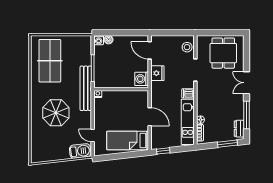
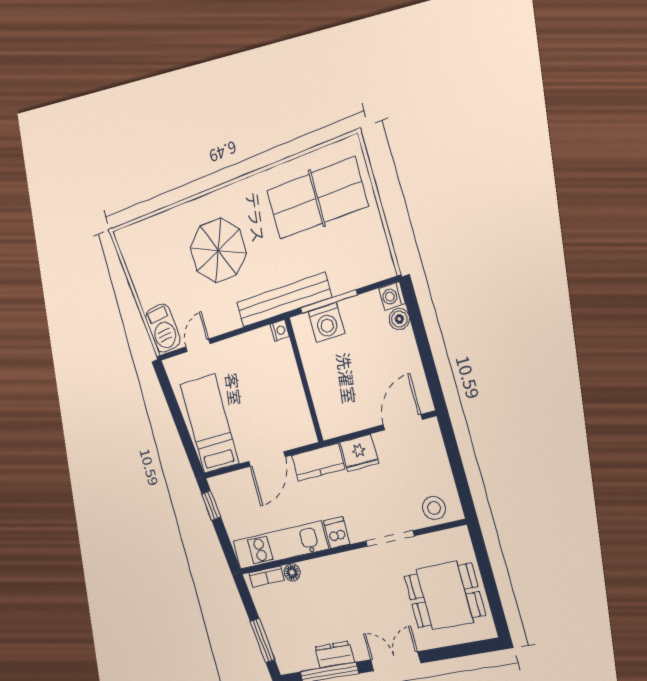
washing machine: (142, 79) -> (326, 322), moved, turned 180
kitchen counter: (157, 93) -> (318, 462), added
dresser: (239, 129) -> (334, 654), moved

